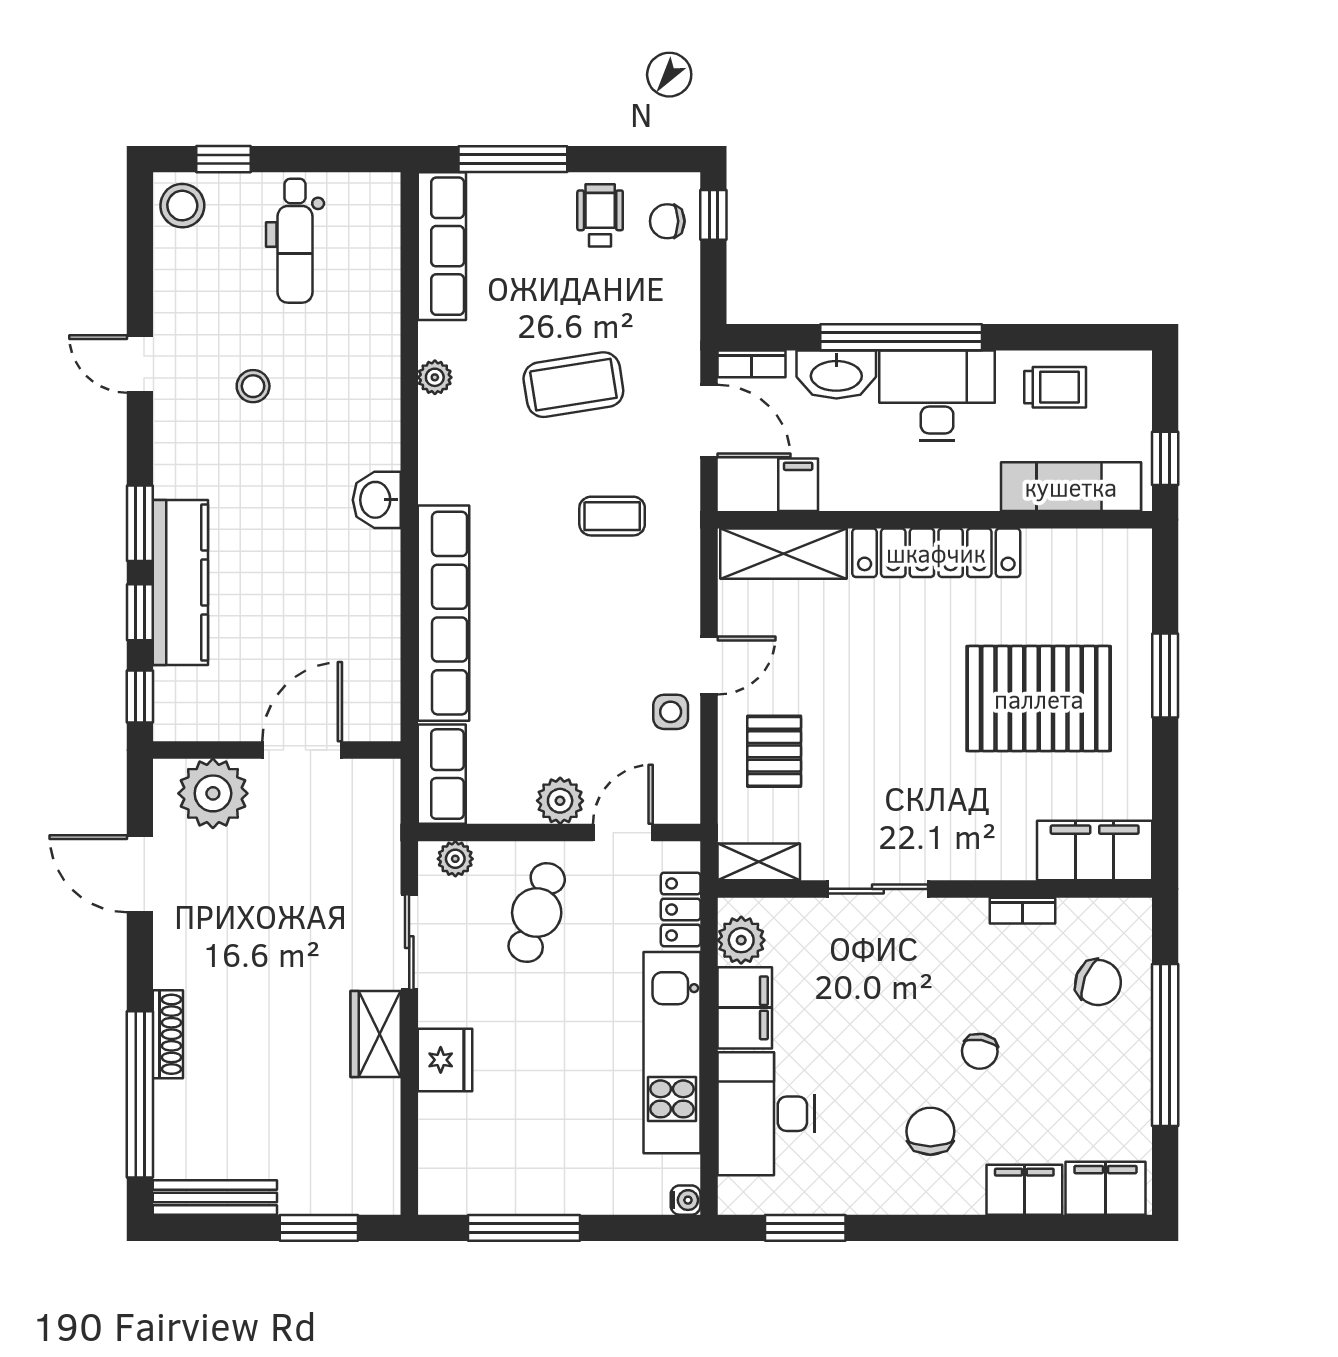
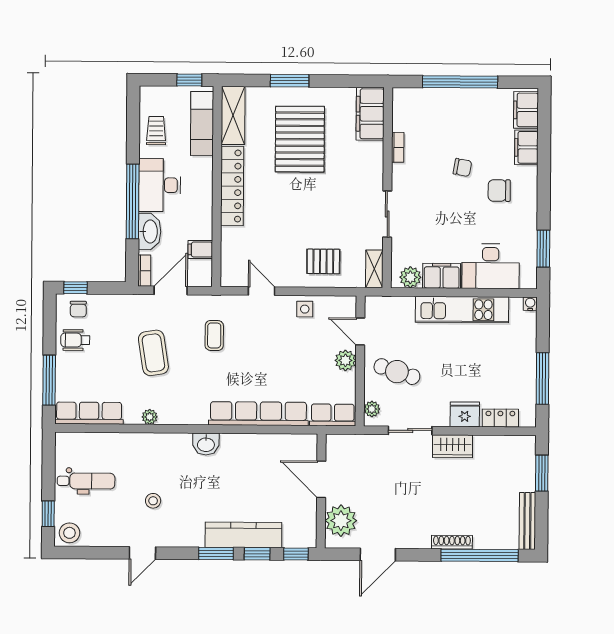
shelving: (784, 554) -> (233, 115), moved
door: (709, 666) -> (262, 291), moved
locker: (681, 909) -> (500, 418), moved, turned 180
chair: (1098, 982) -> (431, 113), removed

